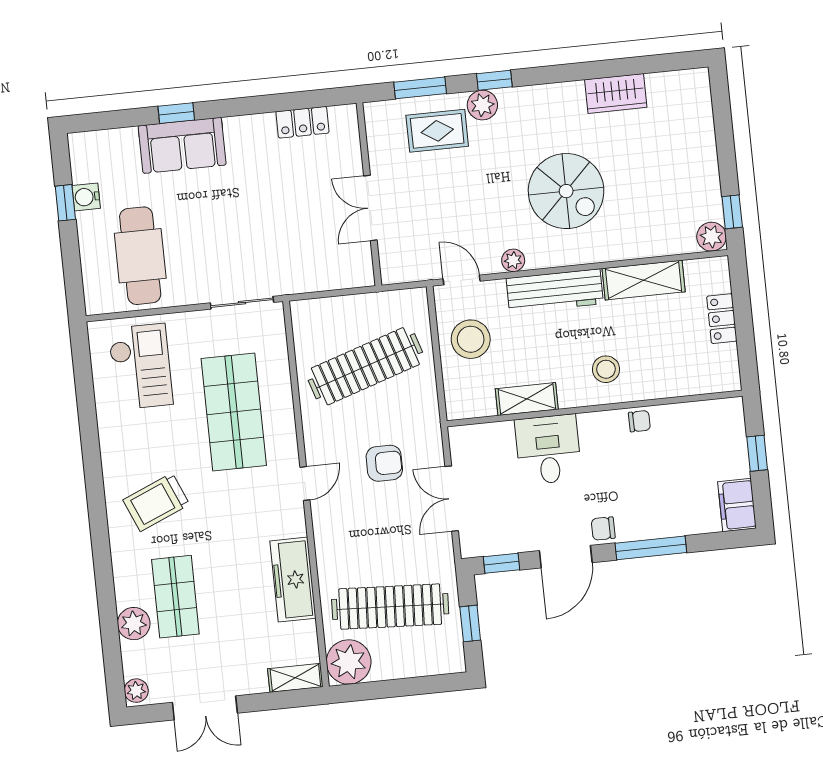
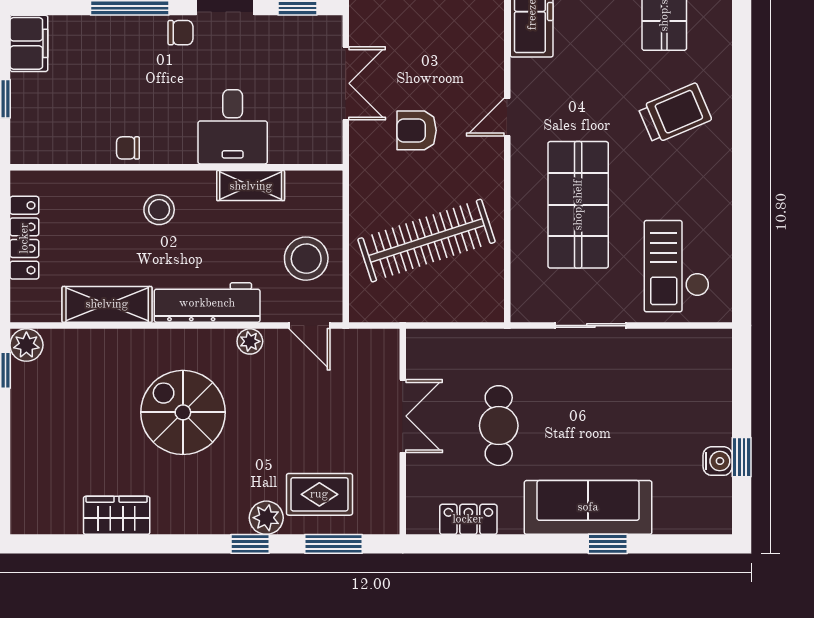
sofa: (182, 145) -> (588, 507), width x1.36
cafe table: (140, 256) -> (499, 426), moved, width x0.73, depth x0.74
sliding door: (242, 303) -> (591, 326), moved
locker: (722, 319) -> (24, 238), width x1.53

